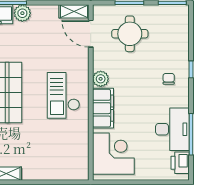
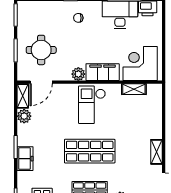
plant: (22, 13) -> (24, 116), moved
checkout: (63, 95) -> (92, 105), turned 90
shelving: (82, 146) -> (134, 89), added

